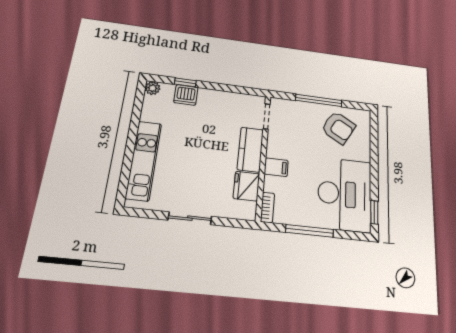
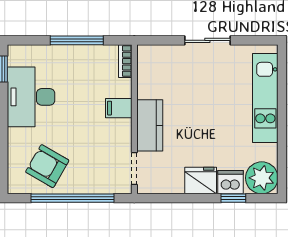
plant: (153, 88) -> (262, 178), width x1.88, depth x1.88
window: (319, 100) -> (73, 198), width x1.46
fridge: (246, 186) -> (201, 181), moved, turned -90
desk: (345, 194) -> (31, 97), width x0.73, depth x0.77

